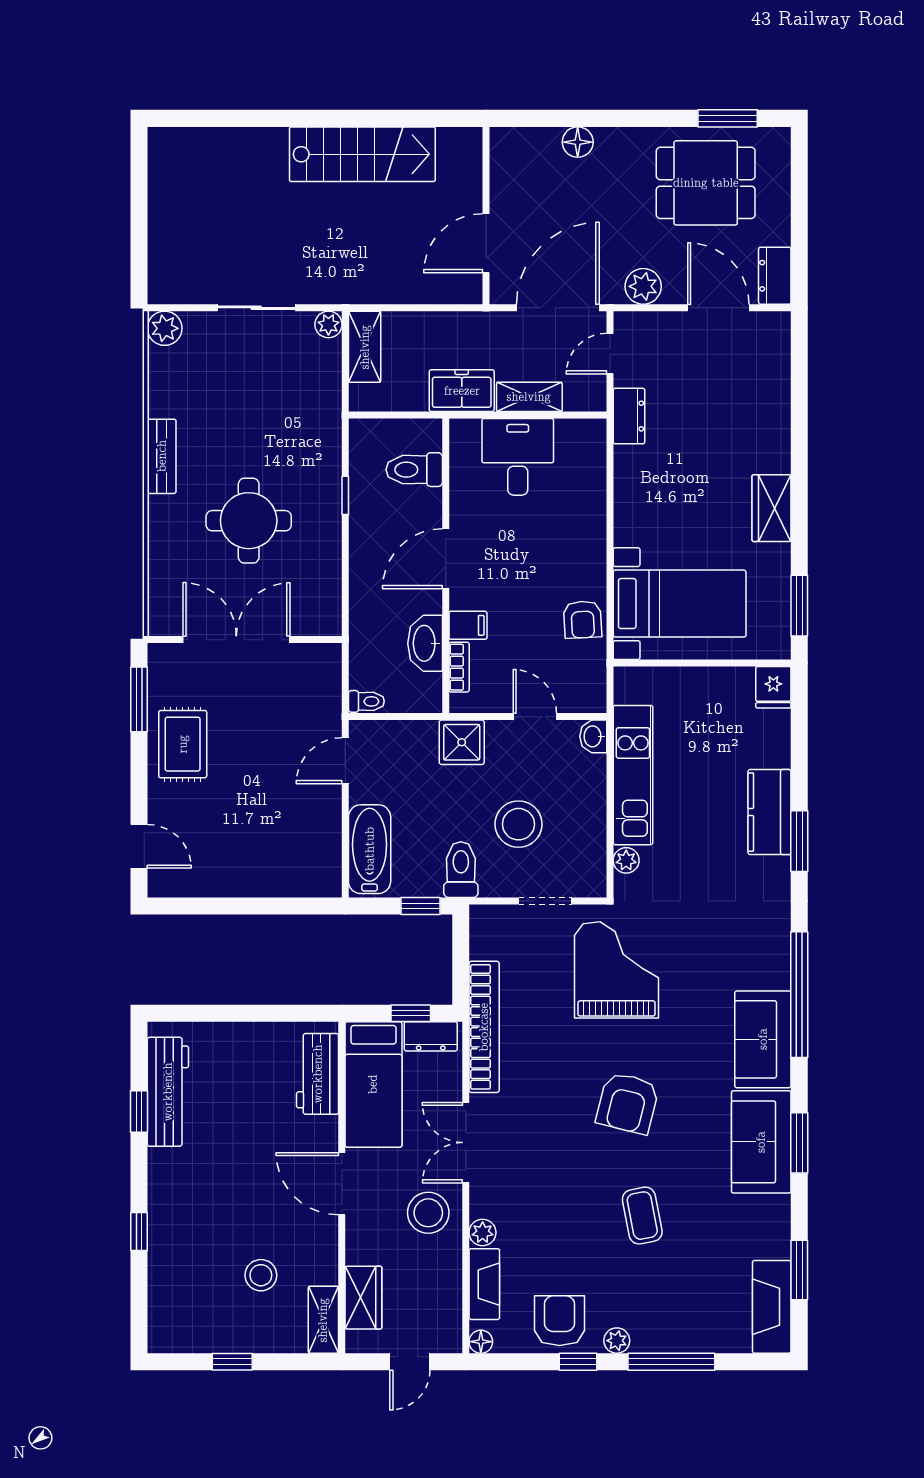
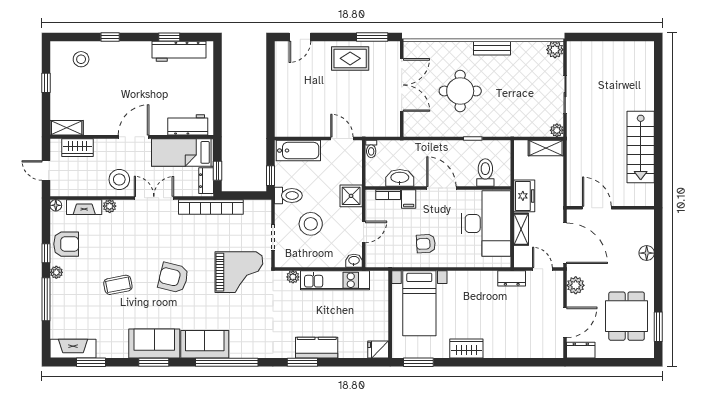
desk: (518, 457) -> (486, 224), width x1.87, depth x1.30
armchair: (583, 619) -> (426, 244), moved
stool: (261, 1275) -> (81, 59), moved

